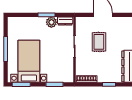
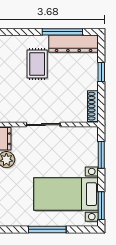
rug: (99, 42) -> (37, 64), moved, turned 90

